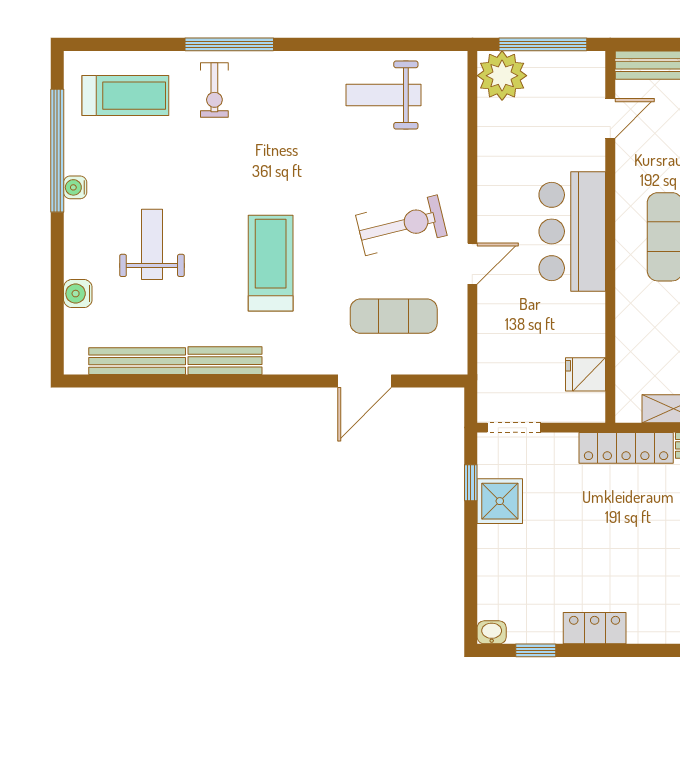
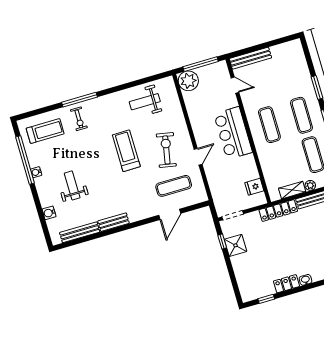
door: (610, 118) -> (235, 85), hinge flipped
exercise bike: (401, 225) -> (166, 150), turned -65
treadmill: (271, 263) -> (126, 151), moved
washbasin: (492, 632) -> (306, 280), moved

